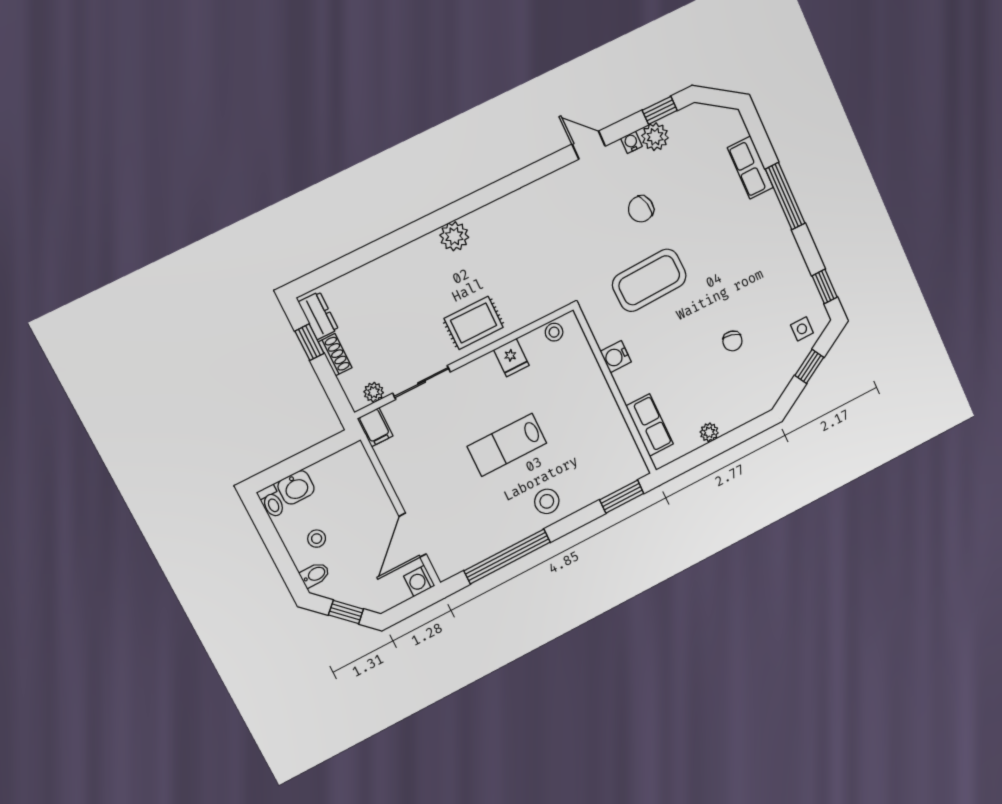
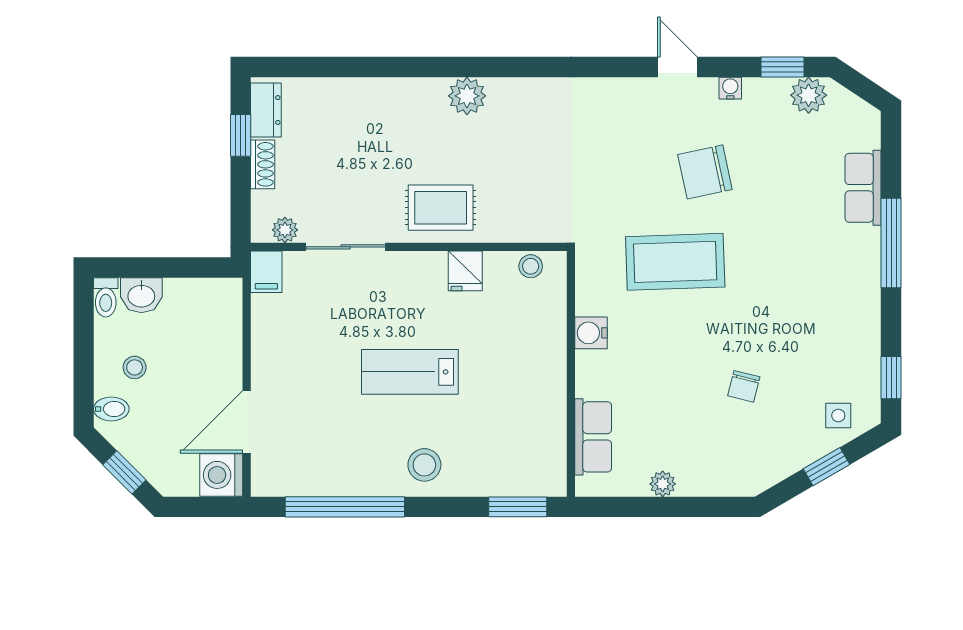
plant: (655, 137) -> (809, 95), moved
chair: (641, 209) -> (705, 172), width x1.37, depth x1.37
washing machine: (419, 581) -> (221, 475), width x1.38, depth x1.38

